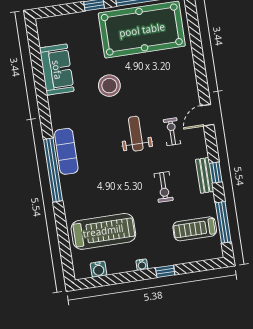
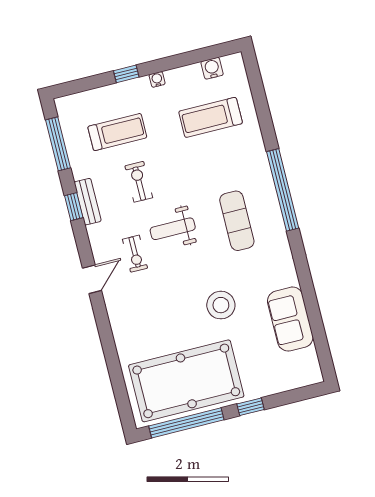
weight bench: (136, 134) -> (173, 229), moved, turned 90
exercise mat: (66, 151) -> (237, 221), moved
treadmill: (195, 229) -> (117, 132), moved
treadmill: (103, 231) -> (211, 117), width x0.73, depth x0.73

